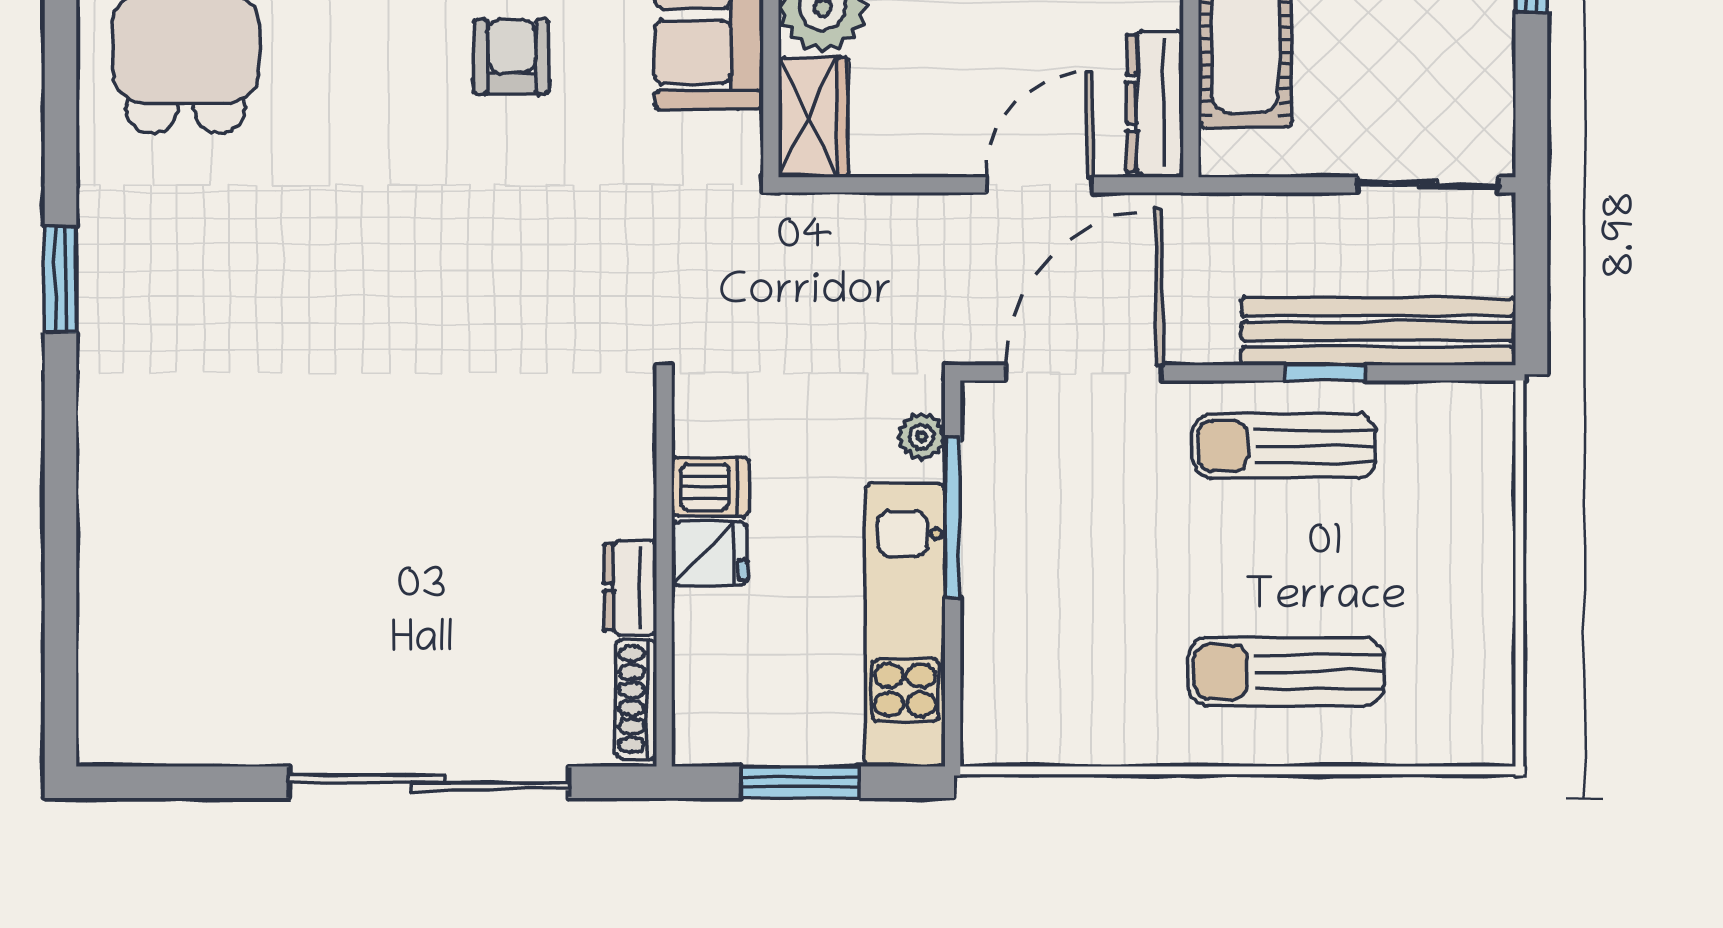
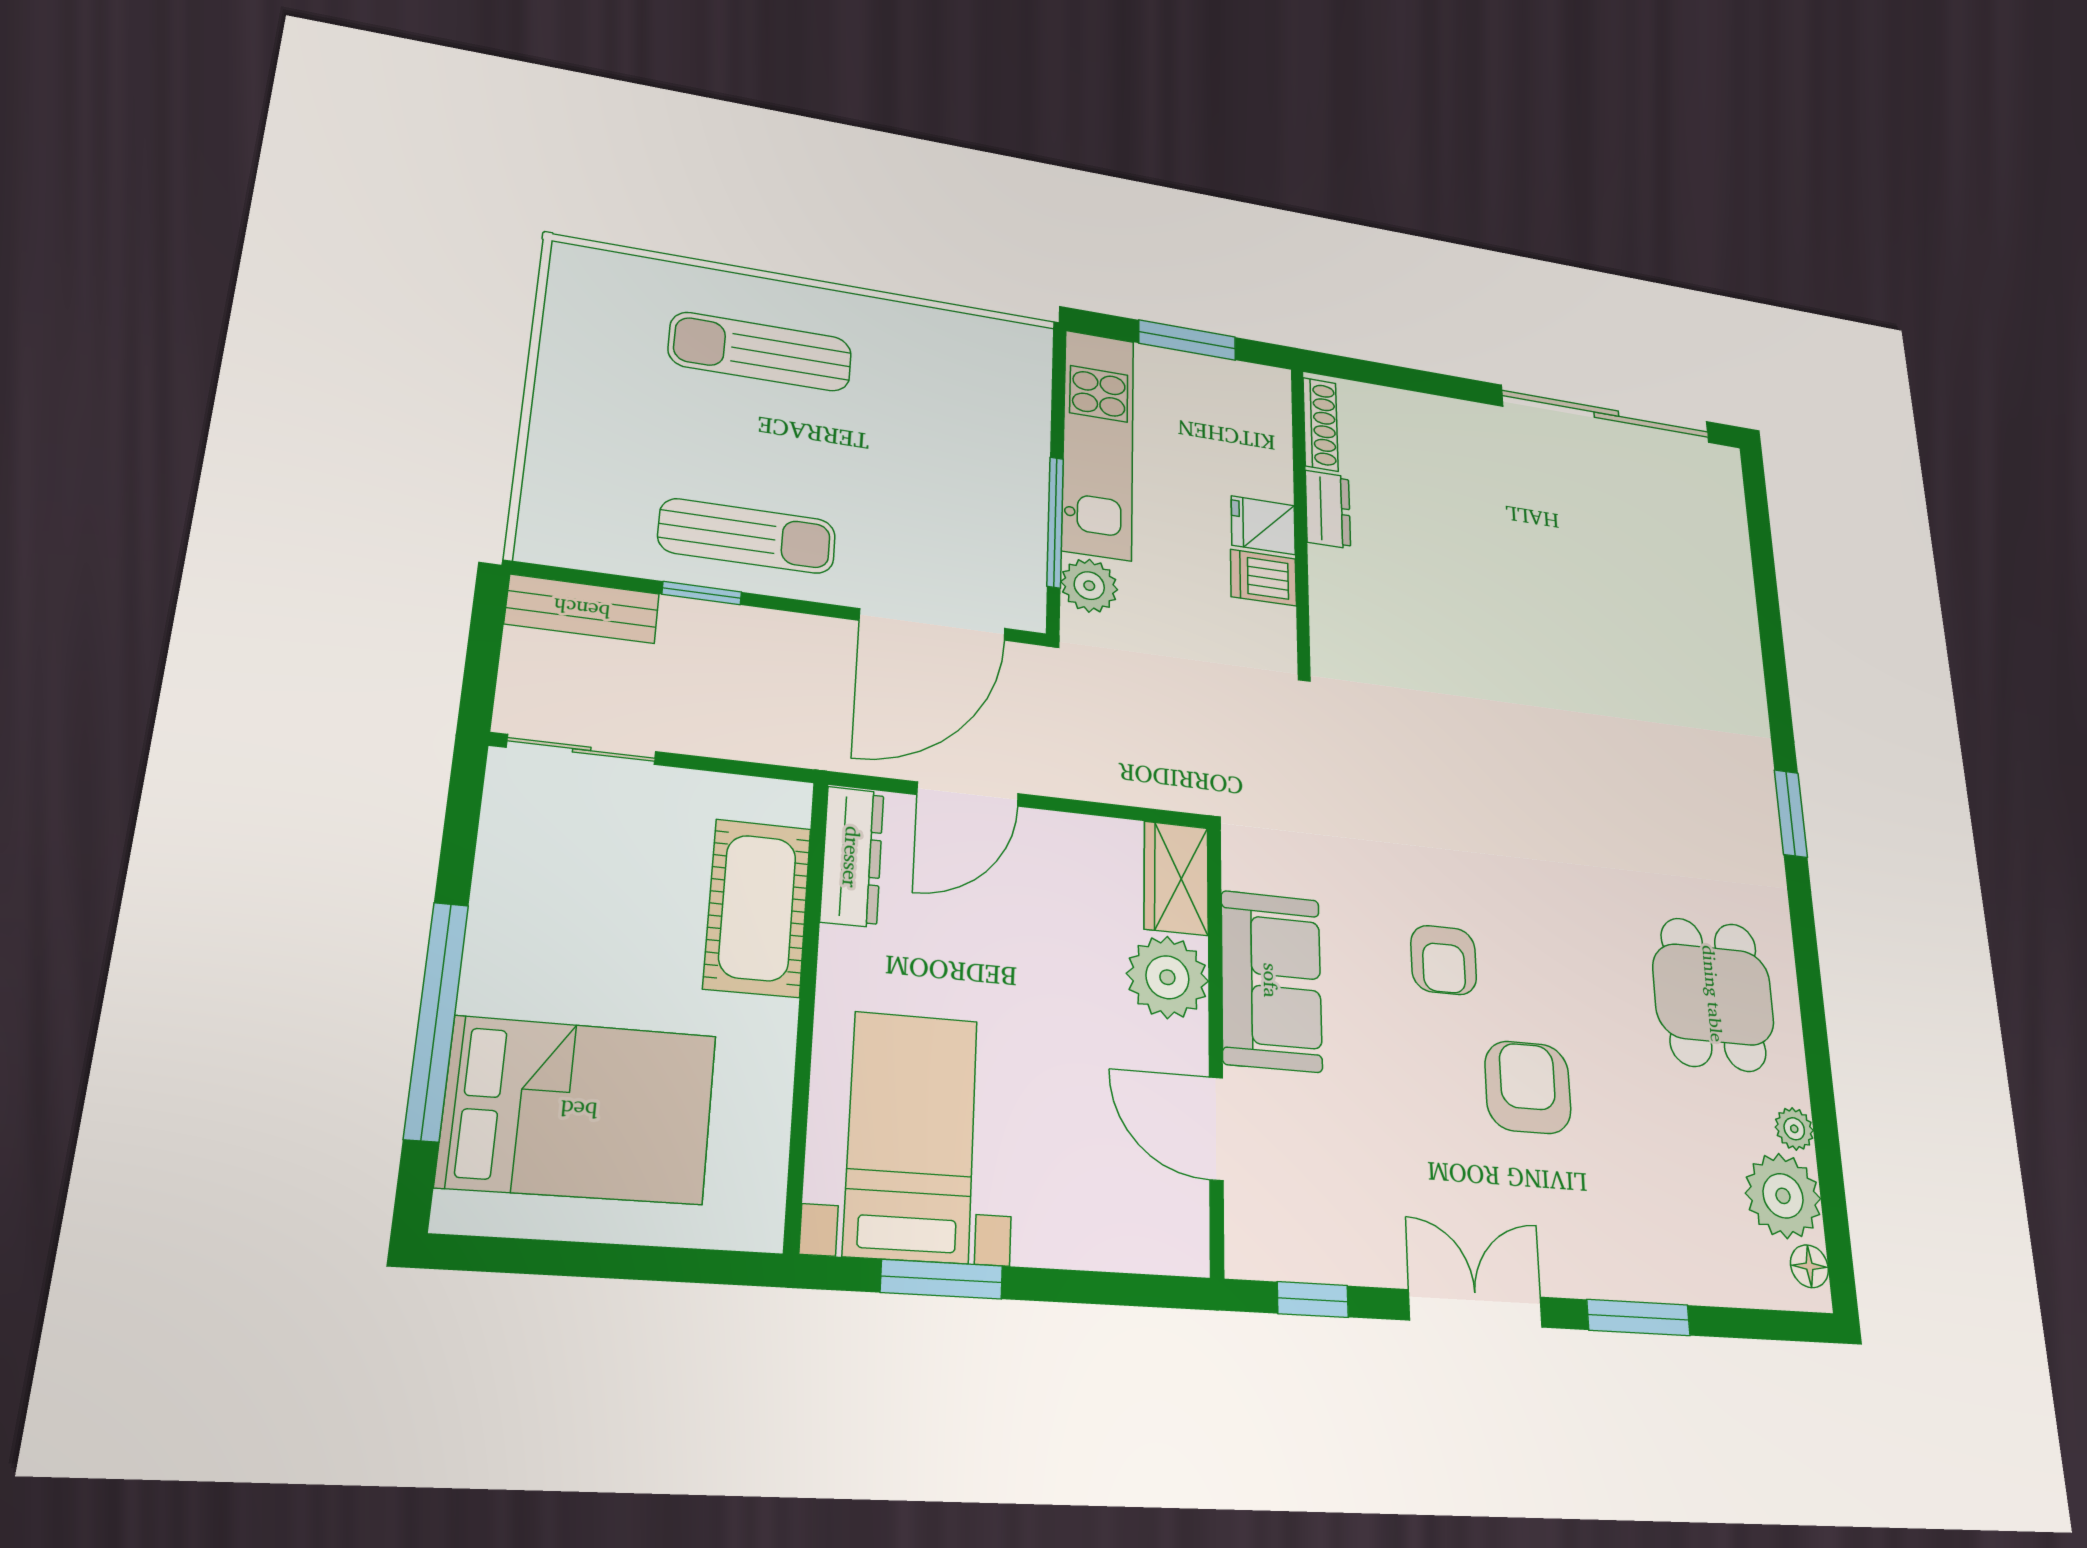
bench: (1378, 331) -> (582, 609), width x0.54, depth x0.82
plant: (922, 437) -> (1089, 586), width x1.38, depth x1.38
sun lounger: (1286, 672) -> (761, 352), turned 180
sliding door: (428, 782) -> (1606, 414), moved

